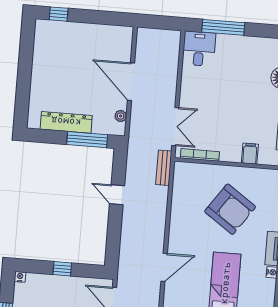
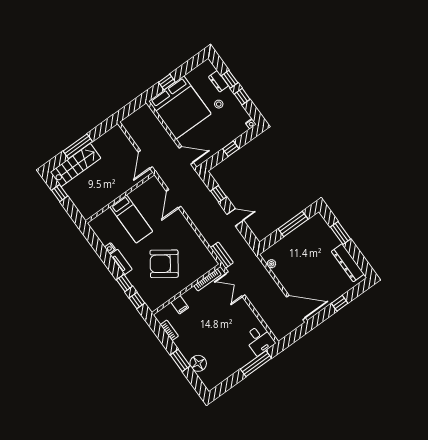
window: (59, 14) -> (340, 303), moved
door: (131, 82) -> (296, 307), moved
window: (23, 87) -> (340, 233), added
dresser: (66, 122) -> (348, 263), moved, turned 90
window: (87, 140) -> (293, 224), moved
window: (114, 233) -> (218, 194), added

